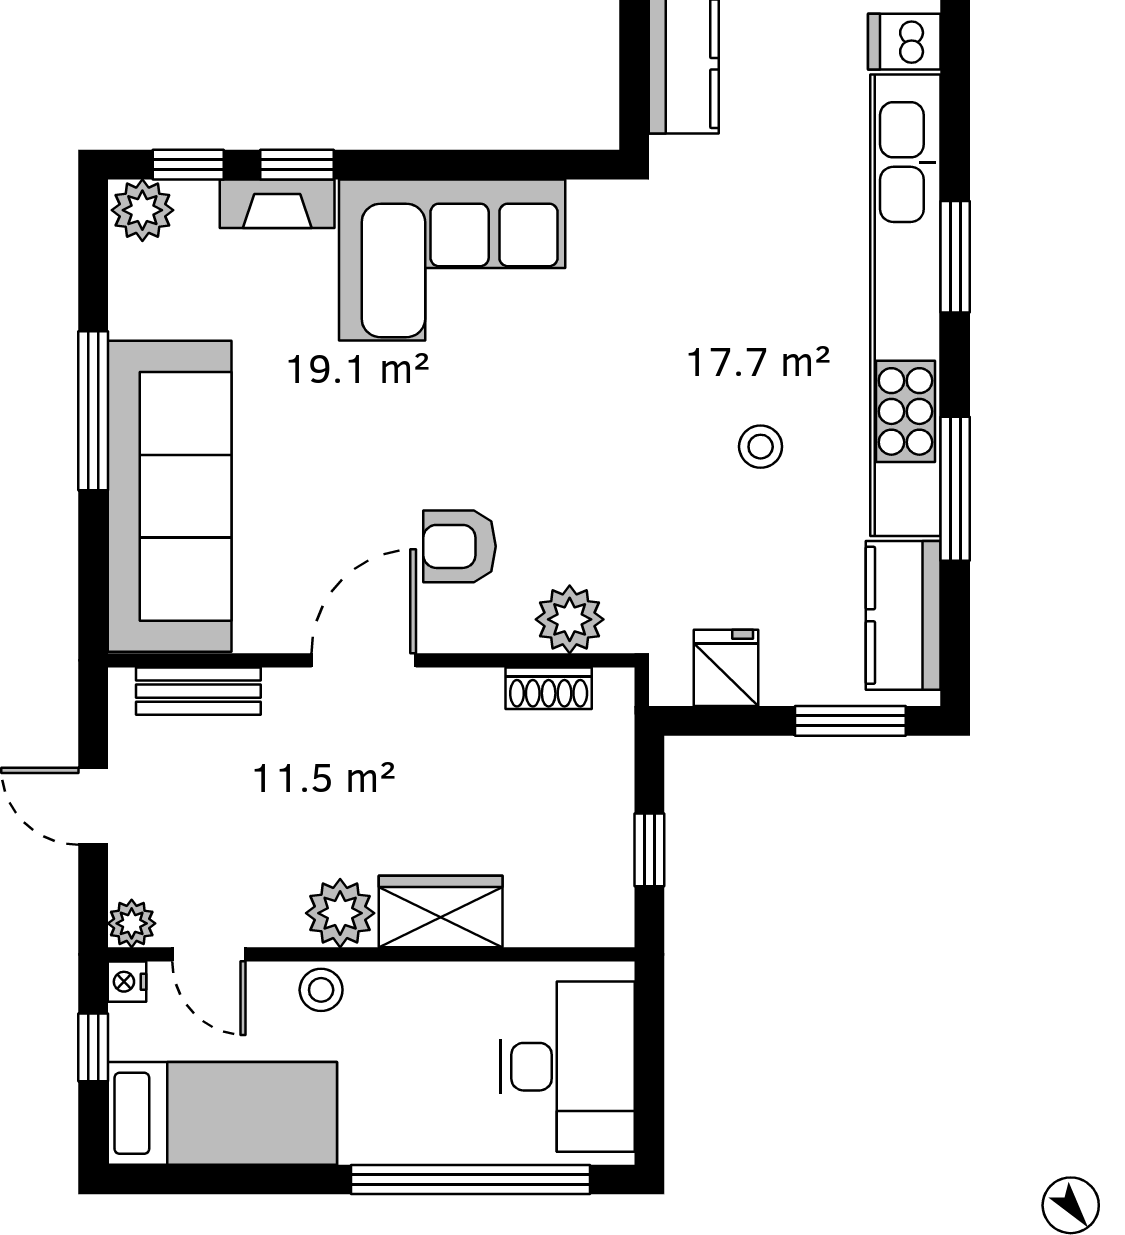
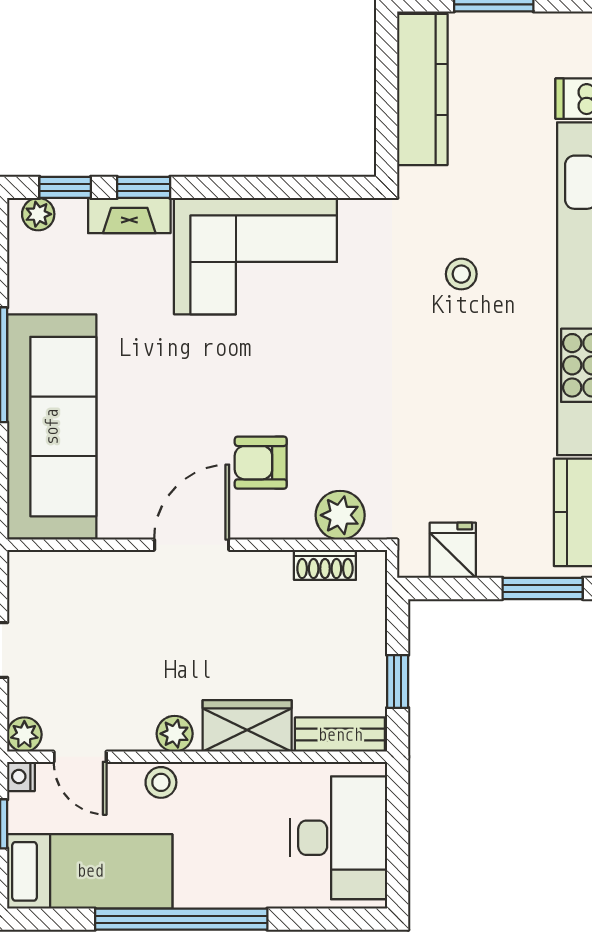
plant: (142, 210) -> (38, 214), width x0.73, depth x0.73
stool: (761, 447) -> (461, 274), moved
bench: (198, 691) -> (340, 735), moved
plant: (340, 913) -> (175, 734), width x0.73, depth x0.73
window: (471, 1180) -> (181, 919), moved

